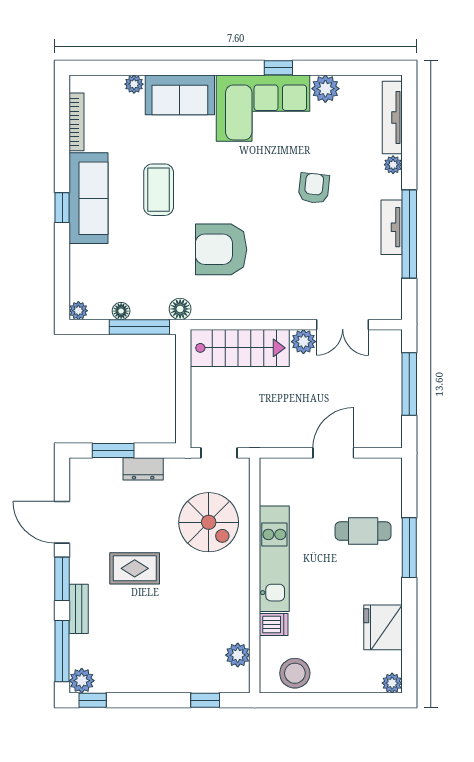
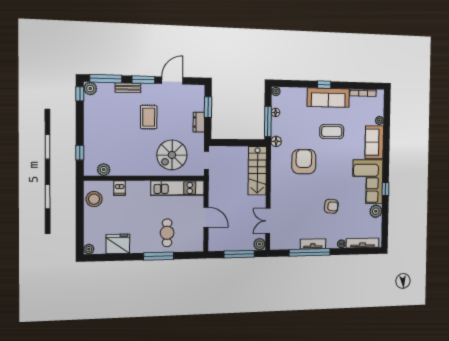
plant: (303, 342) -> (260, 244), moved
kitchen unit: (274, 559) -> (178, 188), moved

